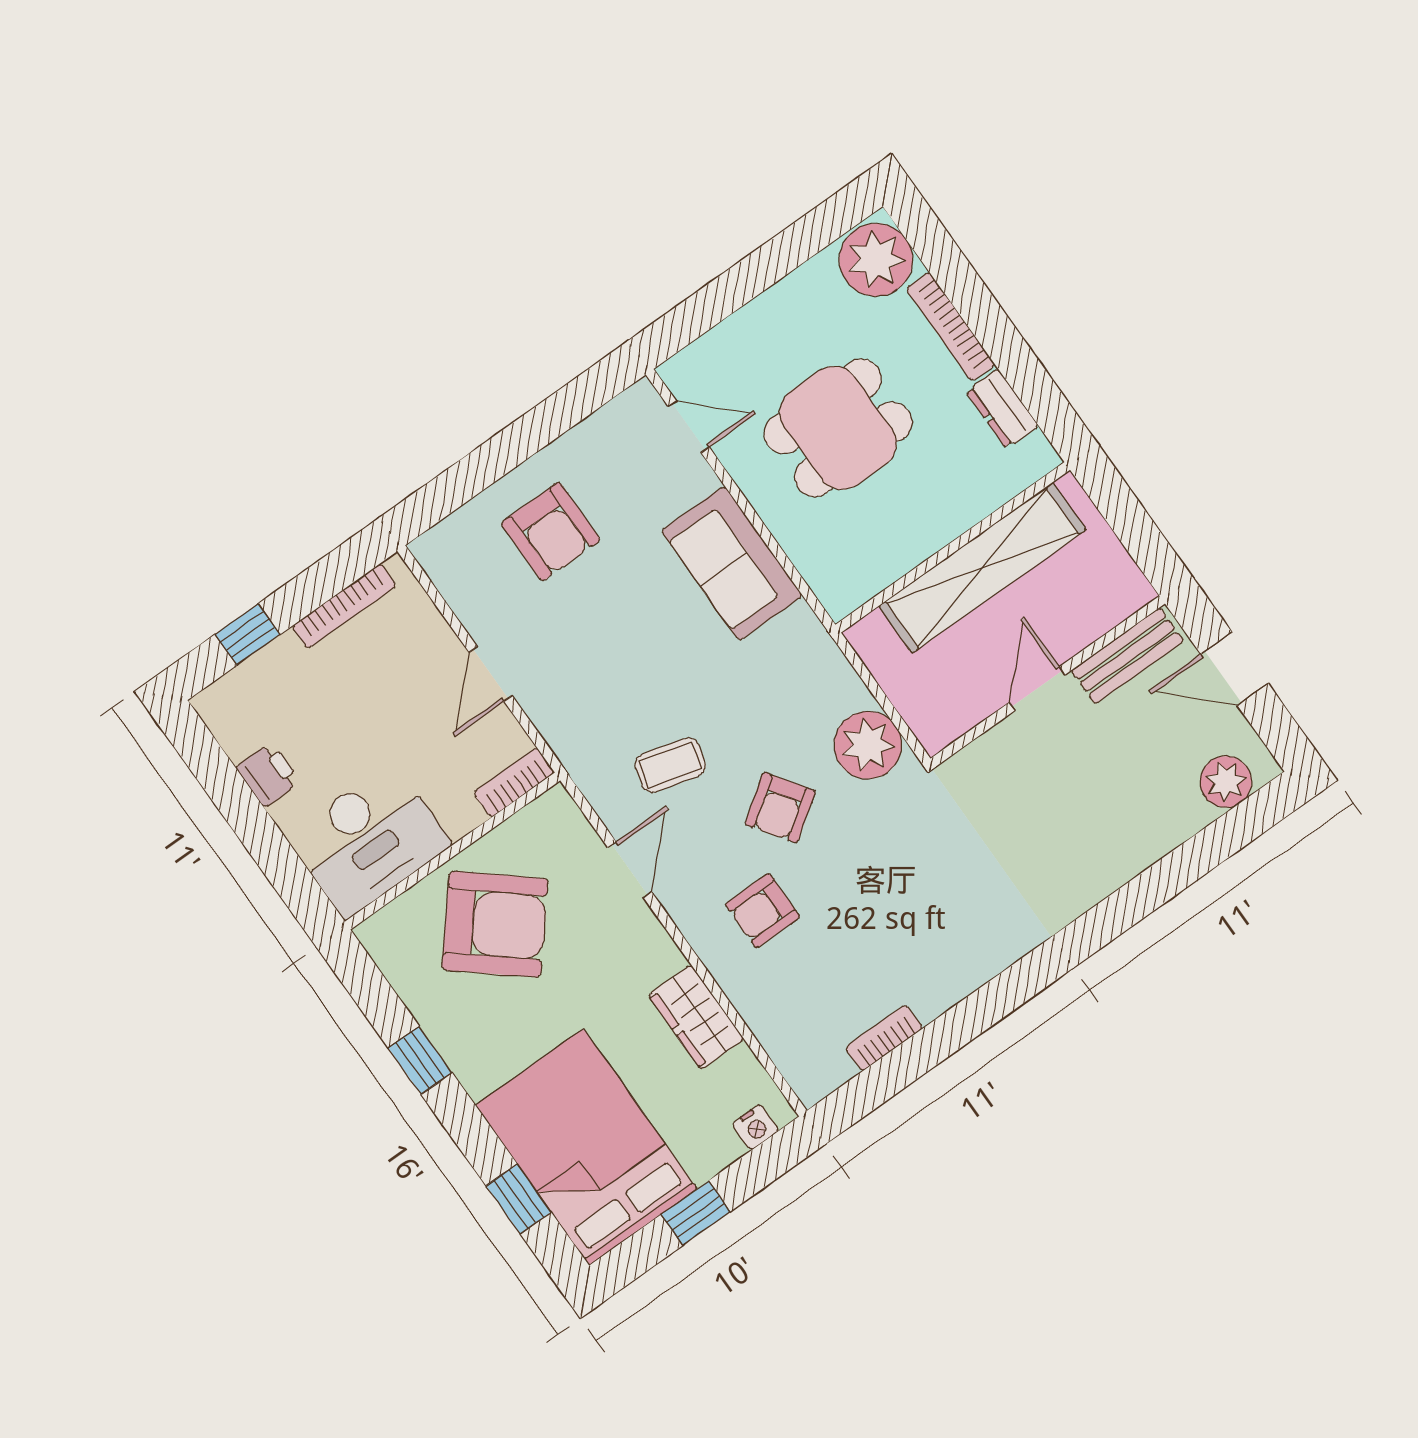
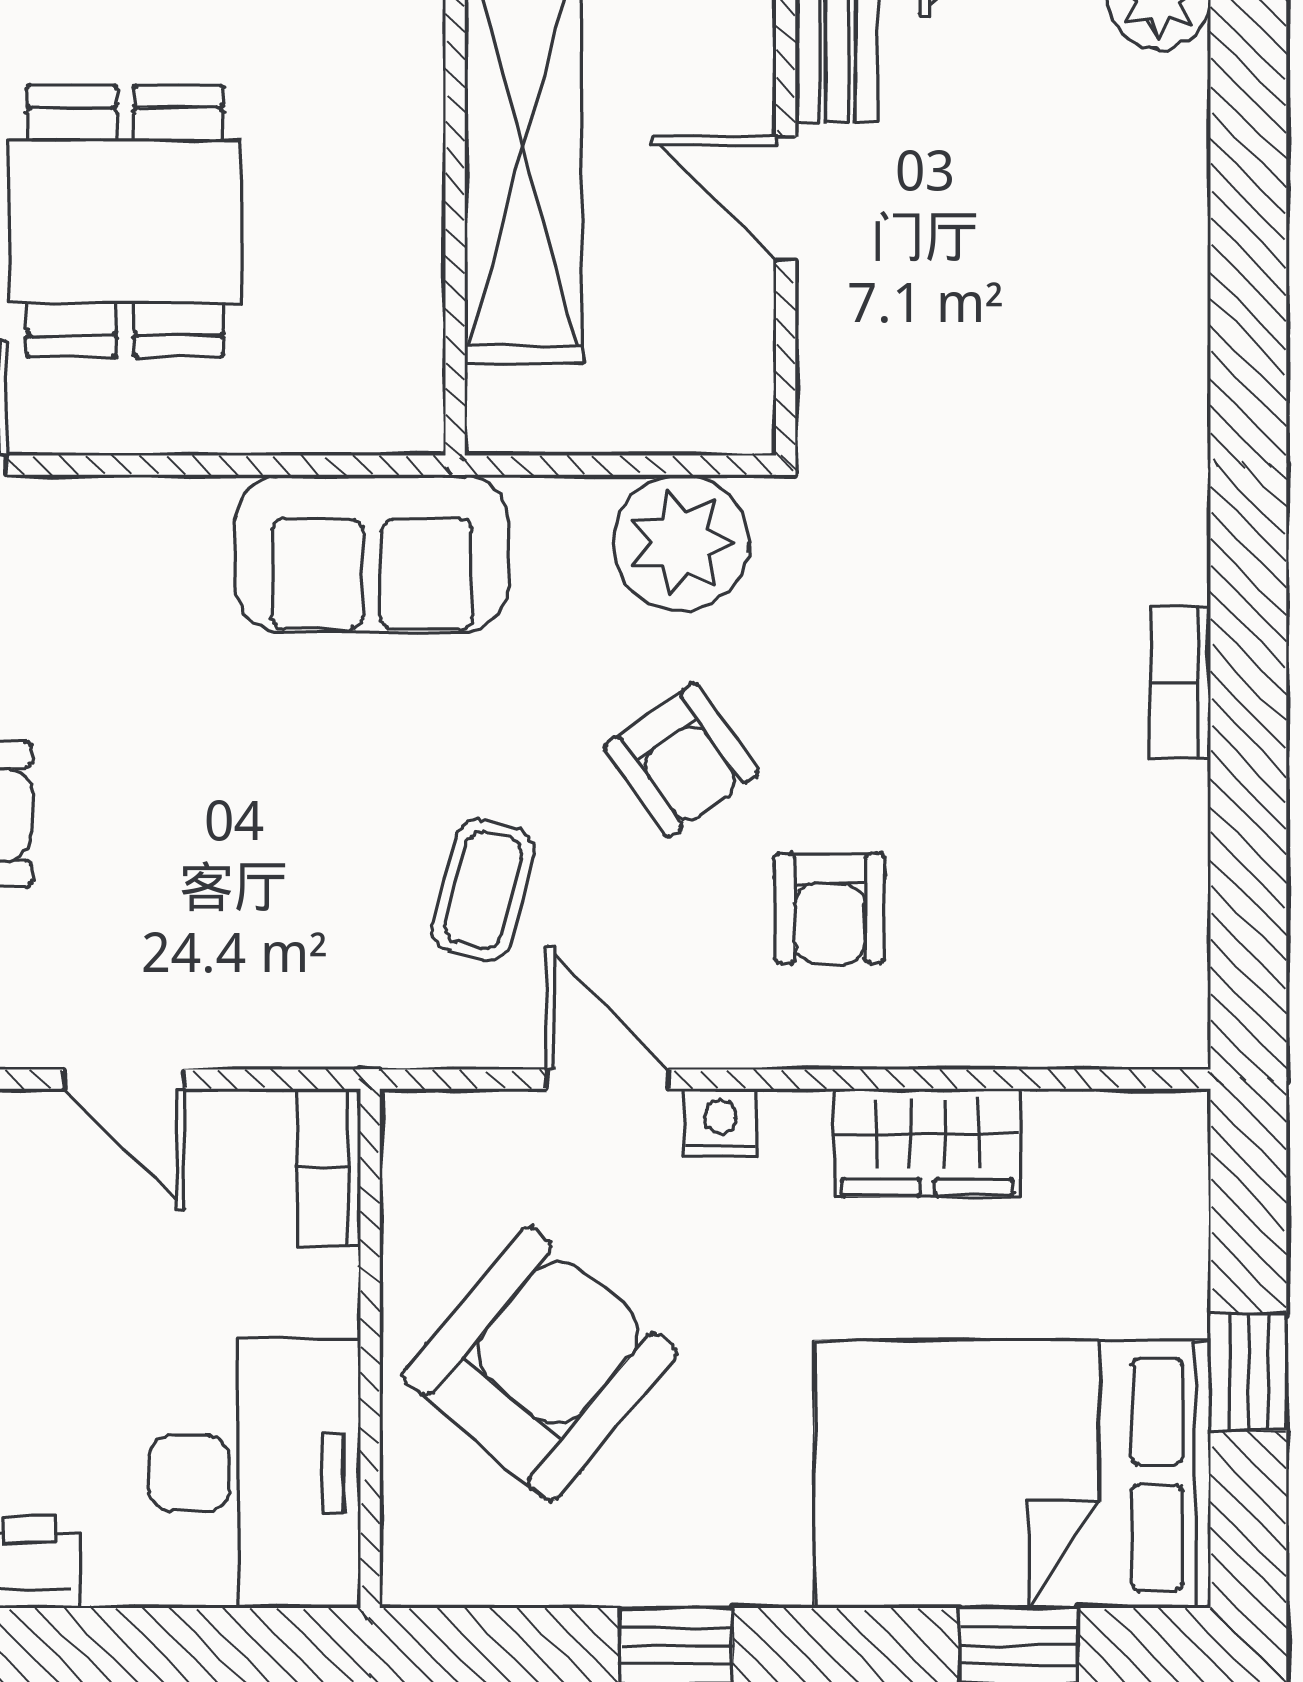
sofa: (732, 563) -> (372, 554), moved
bookcase: (884, 1038) -> (1180, 683), moved
nightstand: (755, 1127) -> (720, 1122), moved, turned -90

